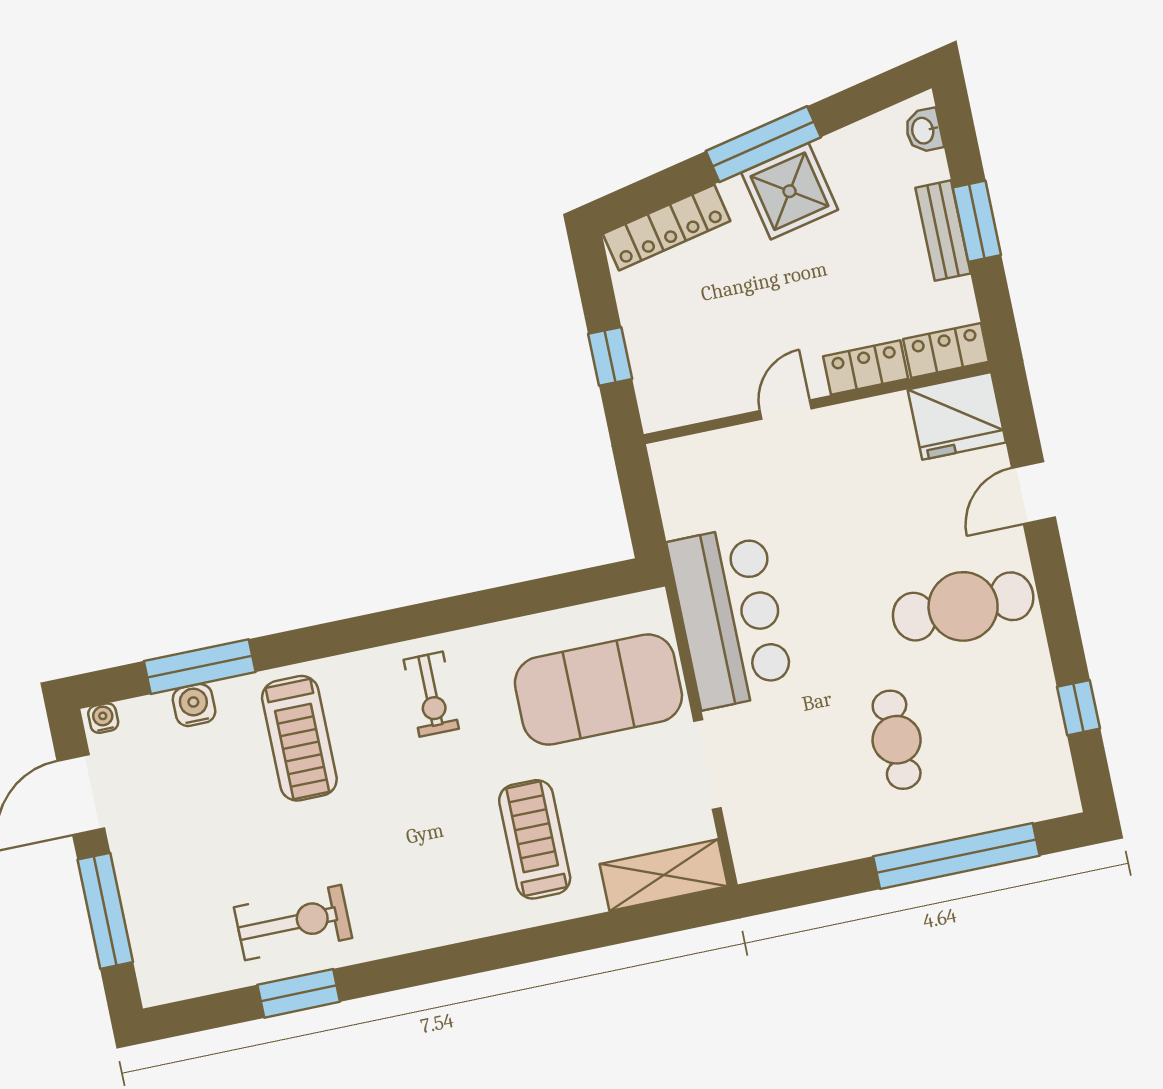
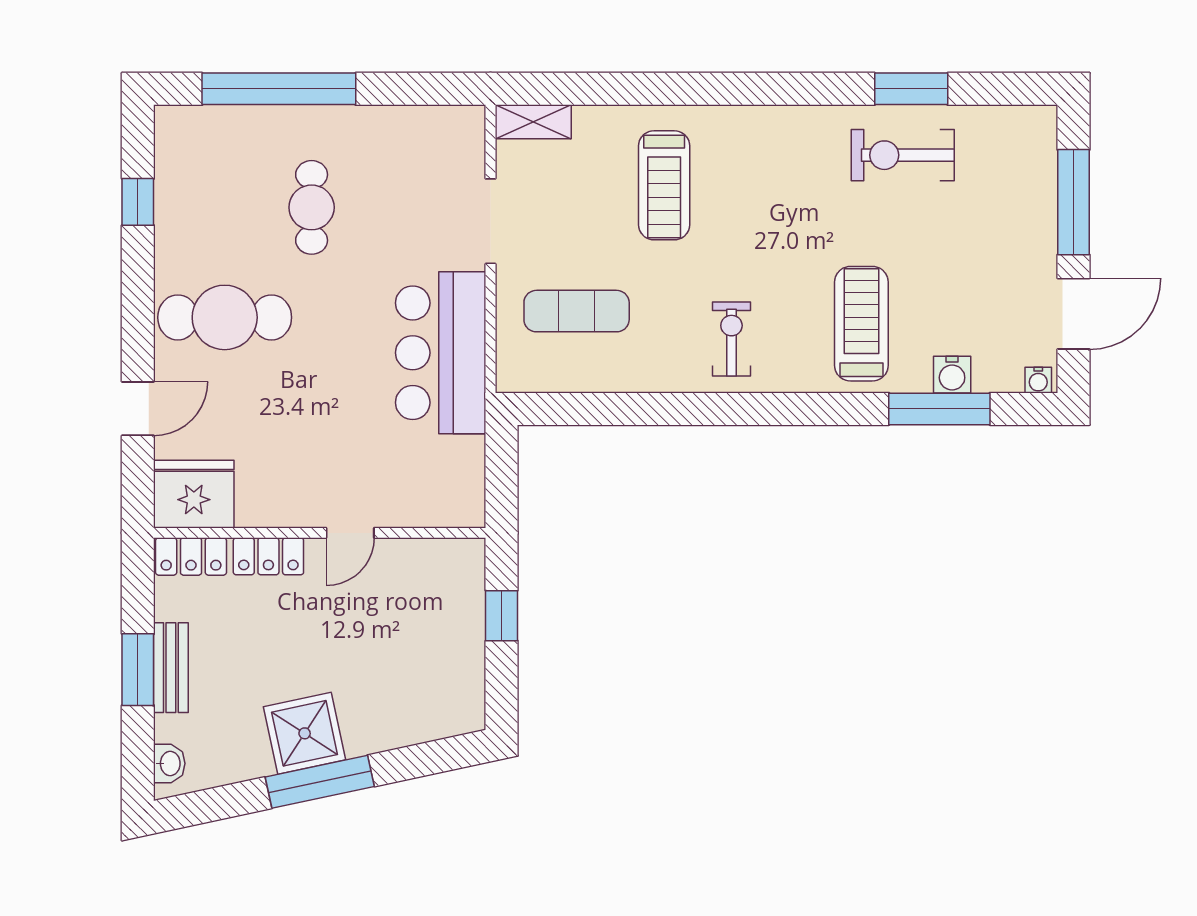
locker: (667, 227) -> (425, 724), removed
exercise mat: (598, 690) -> (577, 311), width x0.50, depth x0.69
shelving: (664, 875) -> (533, 122), width x0.67, depth x0.75

